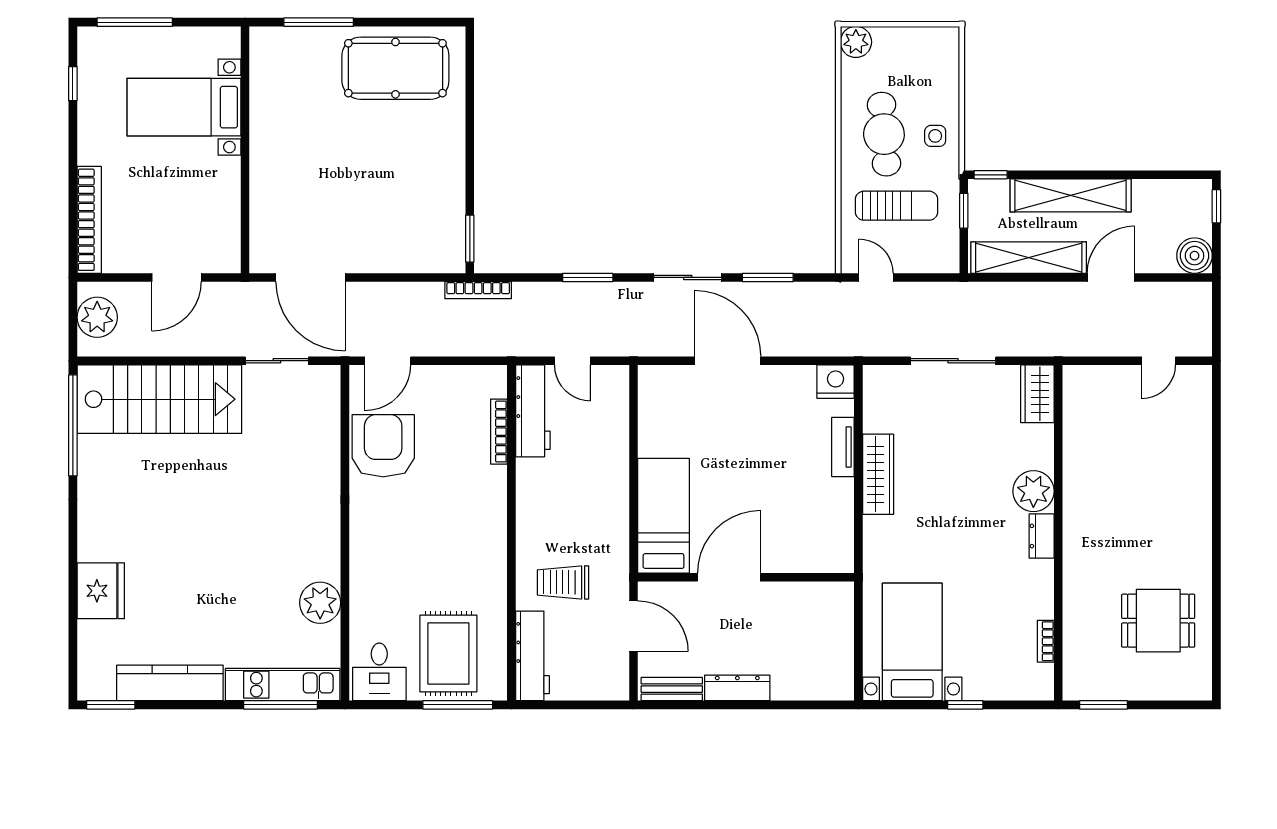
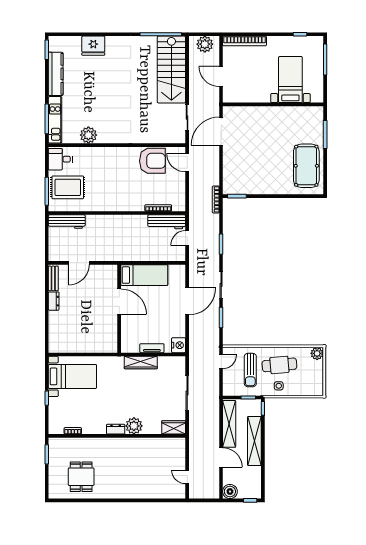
bed: (664, 516) -> (144, 275), moved
door: (729, 577) -> (119, 302), moved
wall: (746, 577) -> (119, 309), moved
trolley: (563, 582) -> (97, 234), removed
dresser: (737, 688) -> (54, 301), width x0.70

